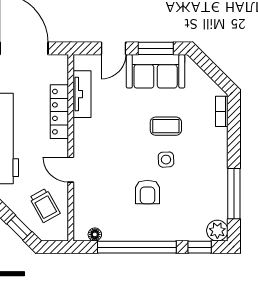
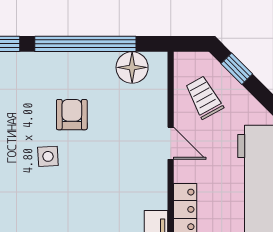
coffee table: (166, 126) -> (48, 199), removed
floor lamp: (95, 234) -> (132, 67), width x1.89, depth x1.89

